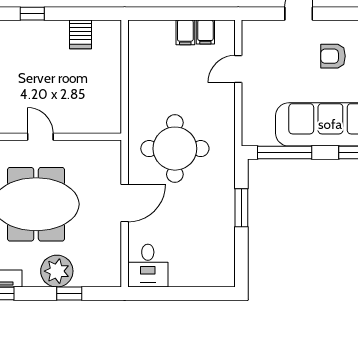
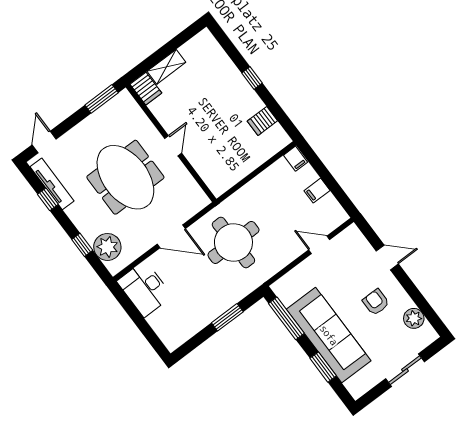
filing cabinet: (205, 32) -> (295, 159), moved, turned -90
desk: (148, 266) -> (145, 289), width x1.37
plant: (57, 271) -> (107, 247), moved

